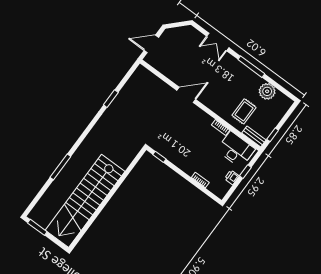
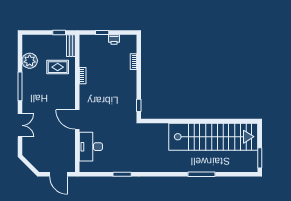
desk: (236, 150) -> (91, 147), moved

